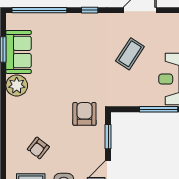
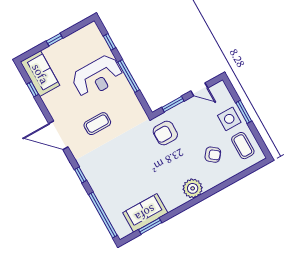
coffee table: (130, 54) -> (97, 124), turned -33
plant: (17, 85) -> (193, 188), moved

